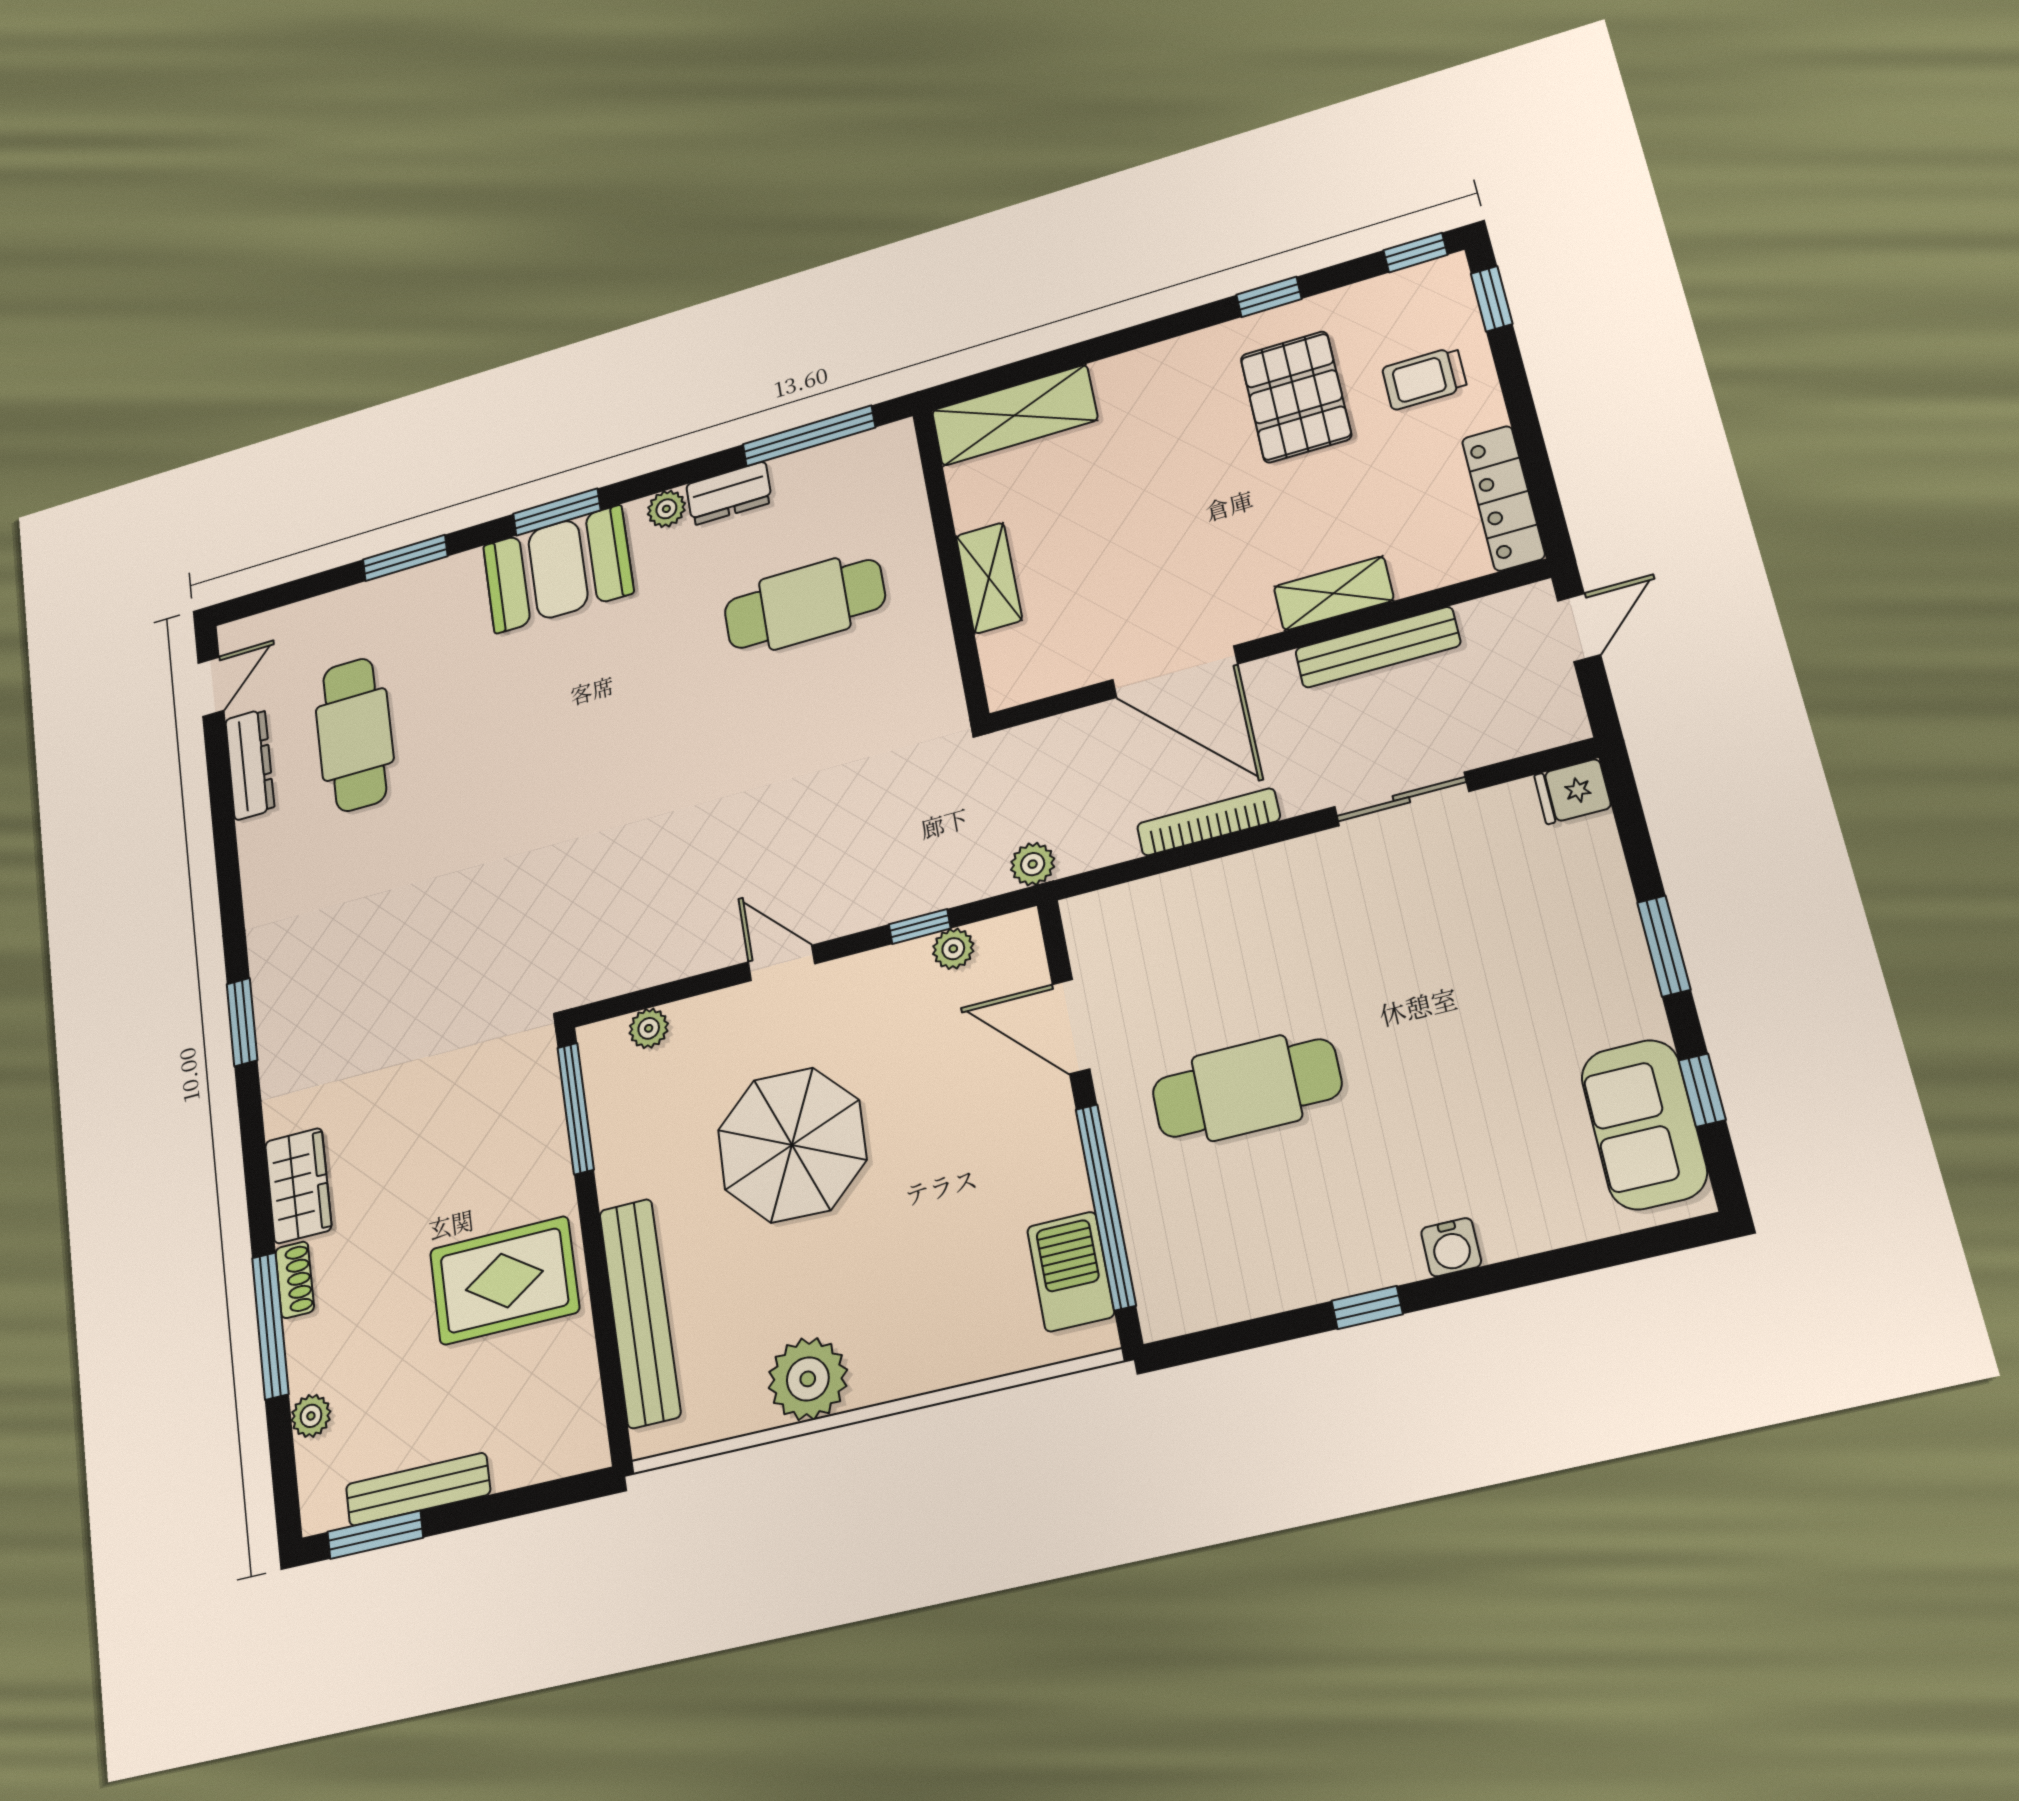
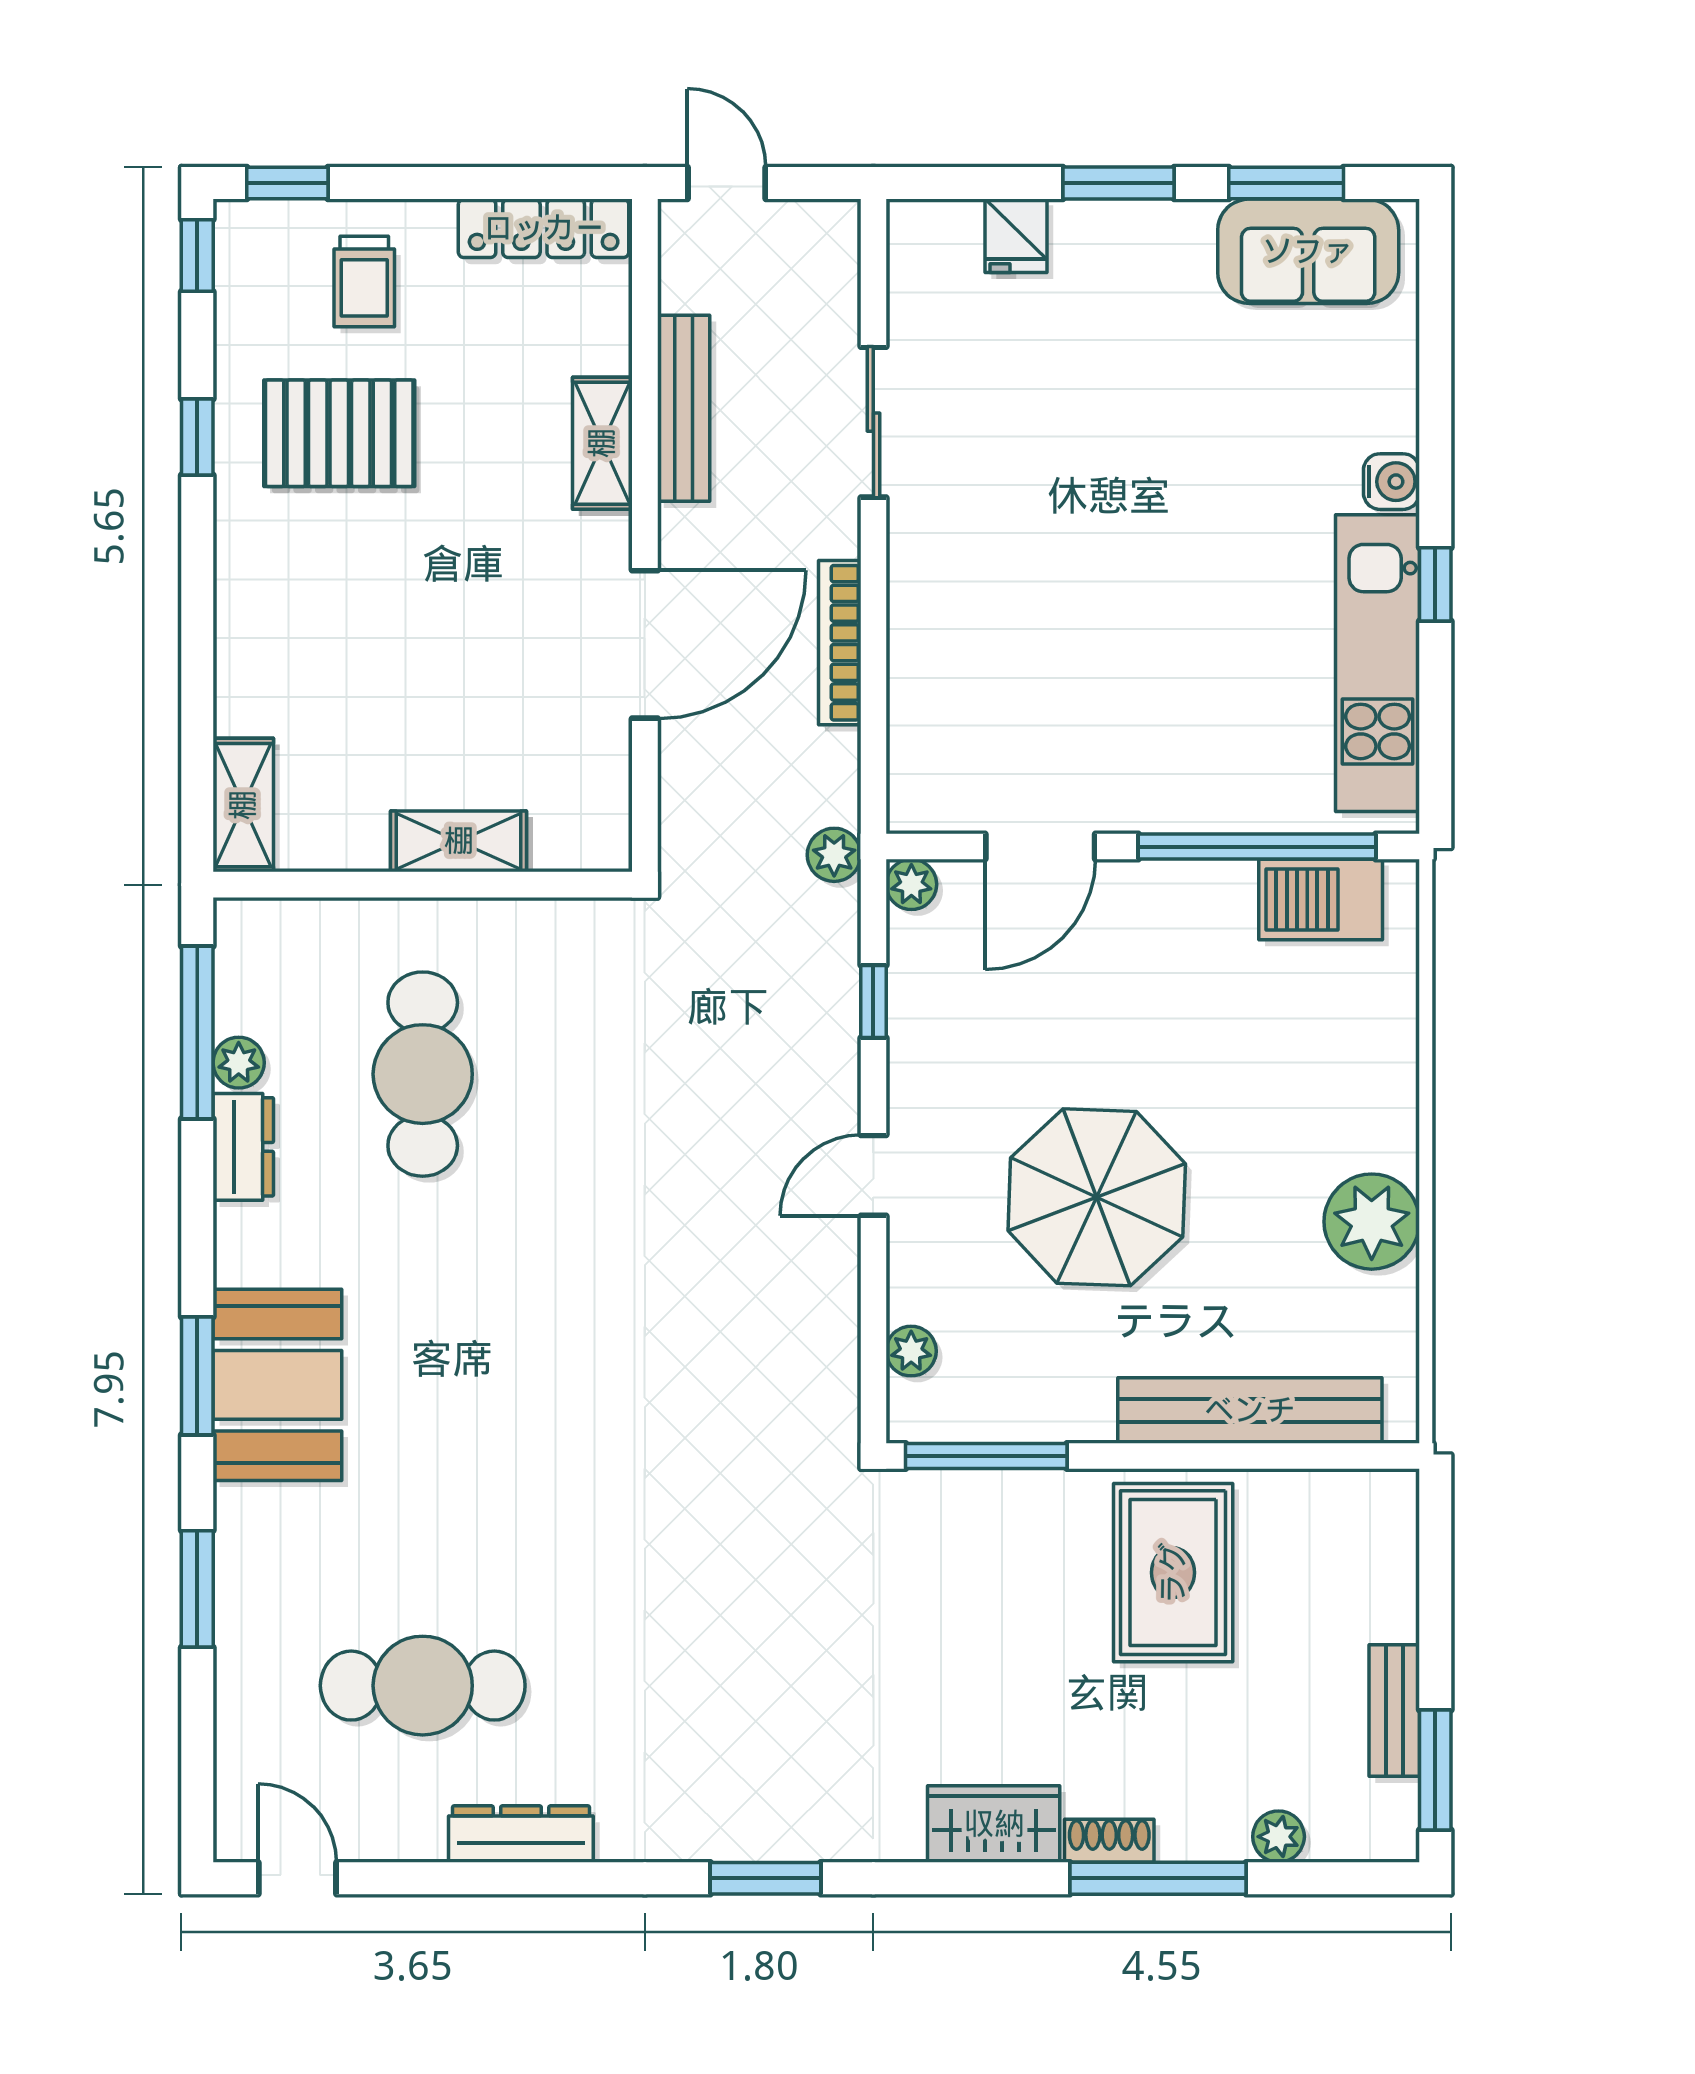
shelving: (1014, 415) -> (243, 805), width x0.67, depth x0.75
plant: (666, 509) -> (239, 1063), moved
dresser: (250, 764) -> (521, 1834), moved
fridge: (1573, 791) -> (1016, 236), moved
plant: (953, 949) -> (911, 884), moved
cafe table: (1247, 1088) -> (1162, 663), removed
window: (1702, 1090) -> (1286, 183), width x1.50
kitchen unit: (1286, 1273) -> (1378, 663), added
bench: (418, 1489) -> (1394, 1711), width x0.73

